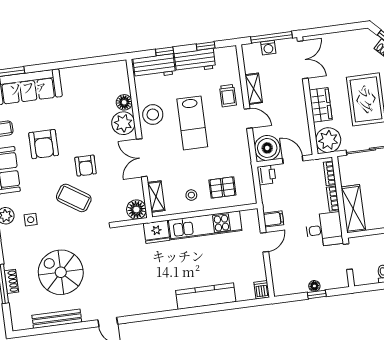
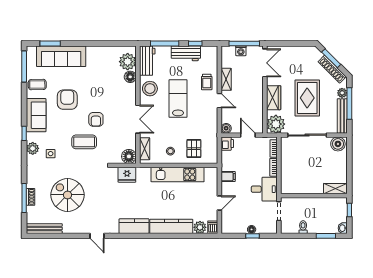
window: (165, 51) -> (165, 44), width x2.17
workbench: (154, 66) -> (147, 61), moved, turned -90
plant: (123, 123) -> (128, 62), moved
lab bench: (192, 123) -> (178, 98), turned 180
armchair: (44, 144) -> (67, 100), turned 180
boiler: (267, 148) -> (226, 128), width x0.54, depth x0.54
double door: (142, 158) -> (138, 119), swing flipped
pallet: (222, 187) -> (194, 149), turned 90
coffee table: (74, 198) -> (84, 142), turned -33
shelving: (353, 209) -> (287, 177), removed
fridge: (157, 232) -> (127, 175), moved
door: (265, 242) -> (219, 203), moved
plant: (244, 292) -> (200, 227), added
kitchen counter: (156, 302) -> (134, 226), added
bench: (57, 319) -> (44, 229), moved

